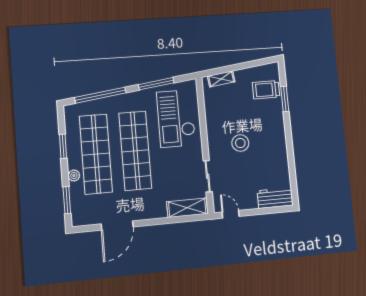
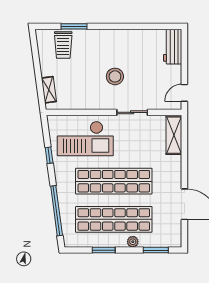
window: (156, 84) -> (49, 155), width x0.46
sliding door: (208, 176) -> (132, 112), moved

